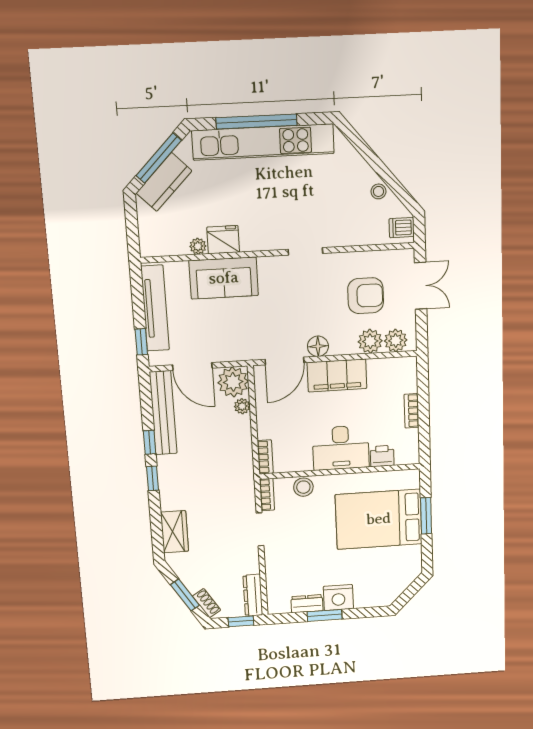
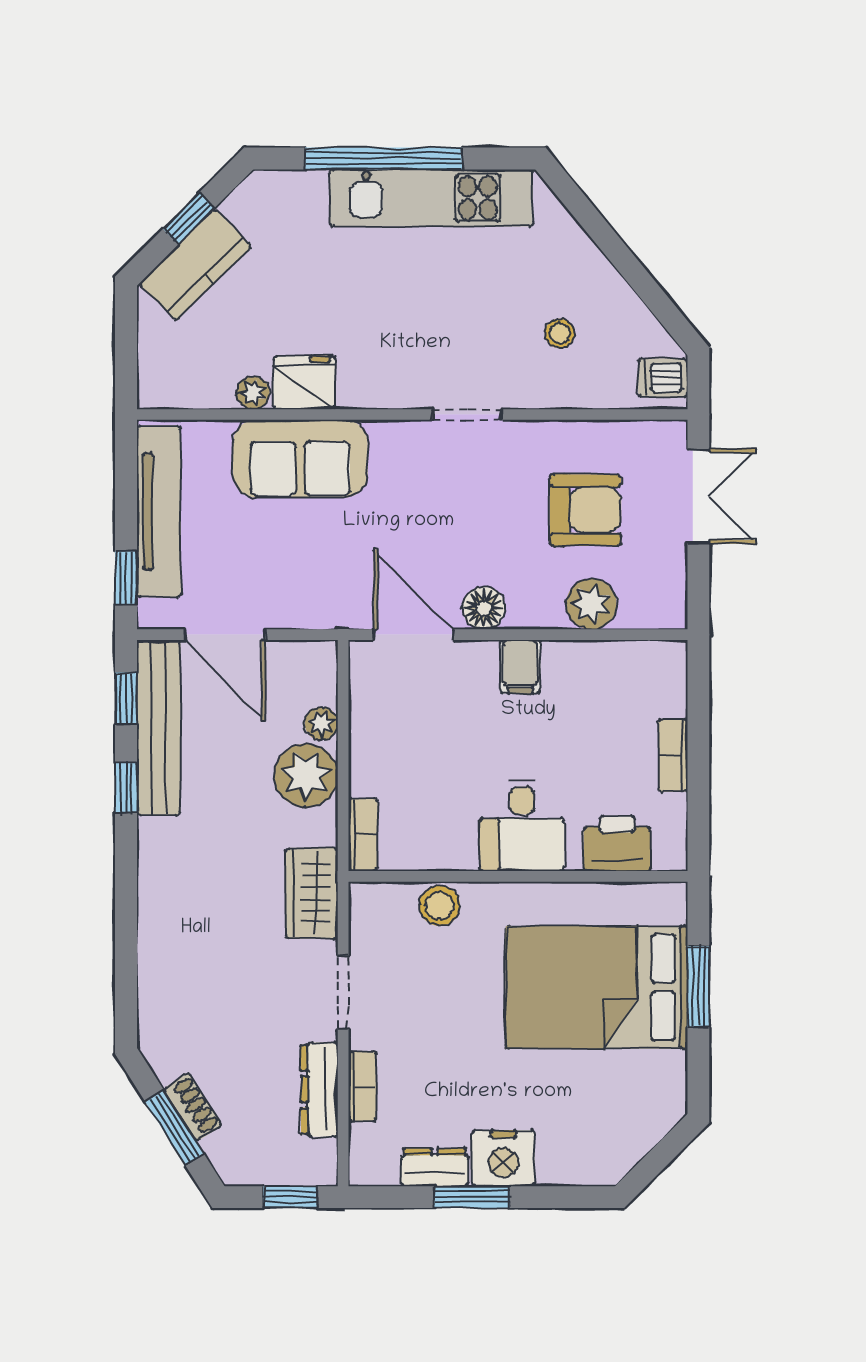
kitchen unit: (263, 142) -> (431, 198), width x0.73
window: (159, 158) -> (189, 219), width x0.46
stool: (378, 191) -> (560, 333), moved
plant: (396, 340) -> (644, 606), removed
door: (285, 361) -> (414, 635), swing flipped
filing cabinet: (337, 375) -> (520, 667), width x0.33, depth x0.86
plant: (233, 382) -> (306, 776), moved
desk: (341, 448) -> (522, 825), width x0.73
printer: (382, 456) -> (617, 843), width x1.36, depth x1.24
window: (152, 478) -> (126, 698), moved
bookcase: (267, 495) -> (362, 1087), moved
wardrobe: (175, 532) -> (312, 893), moved, turned 180
dresser: (253, 595) -> (319, 1089), moved
shoe rack: (206, 603) -> (192, 1107), moved

